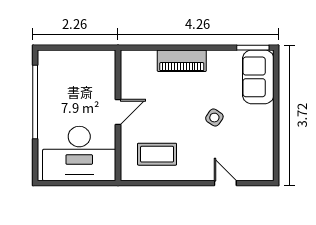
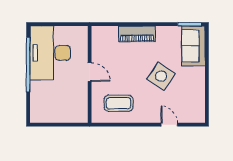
door: (118, 112) -> (90, 72), hinge flipped
side table: (214, 118) -> (161, 76), width x1.87, depth x1.87
desk: (79, 154) -> (50, 53), moved, turned 90

